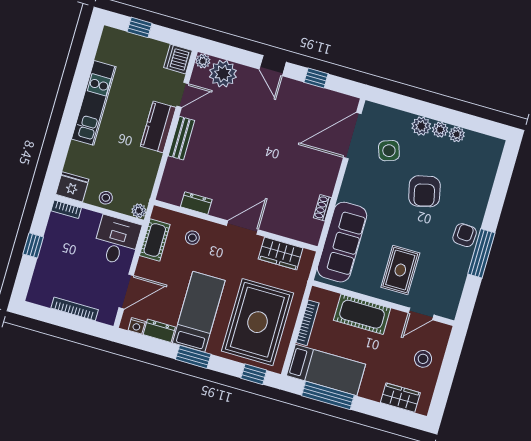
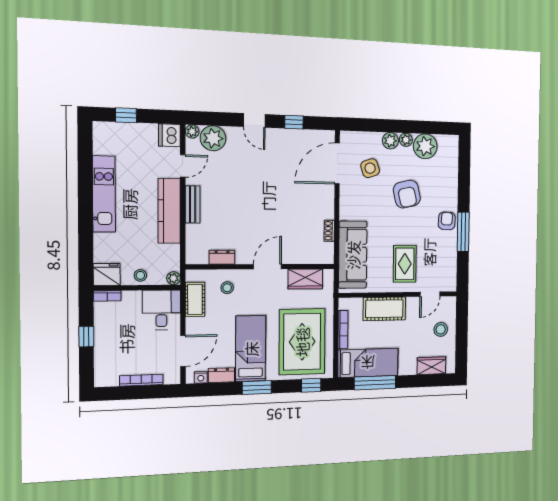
kitchen counter: (158, 127) -> (169, 211), width x1.50
plant: (457, 134) -> (425, 146), width x1.87, depth x1.87

